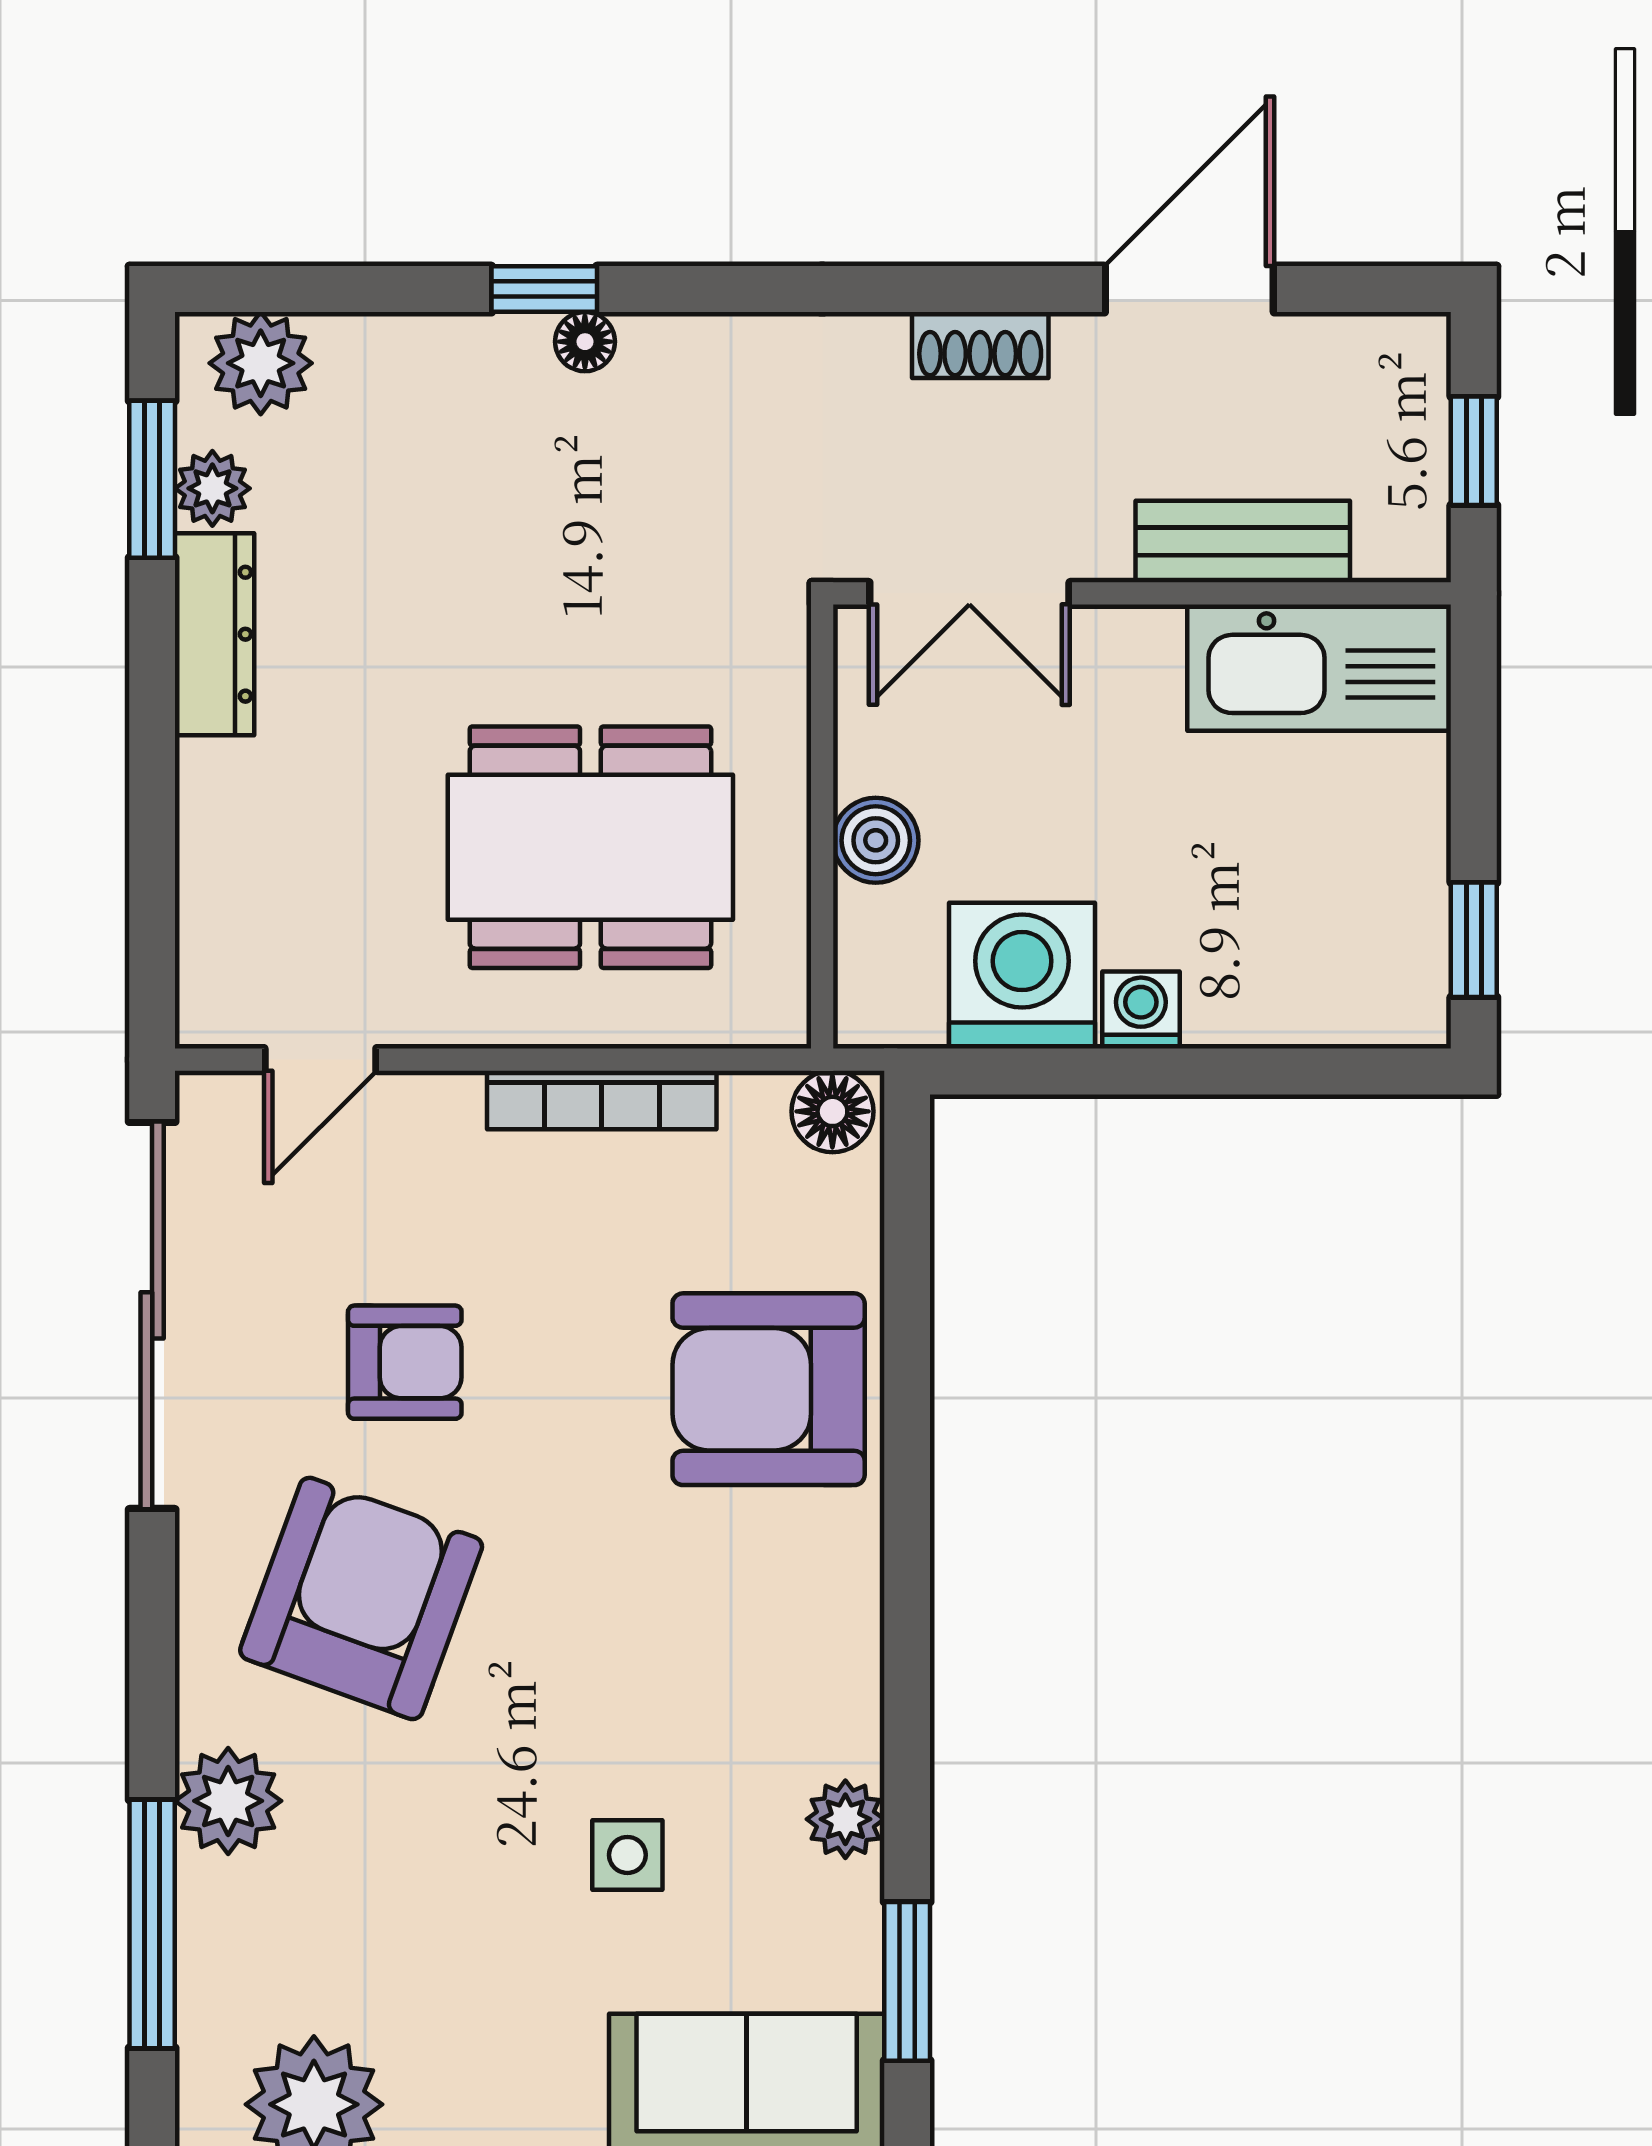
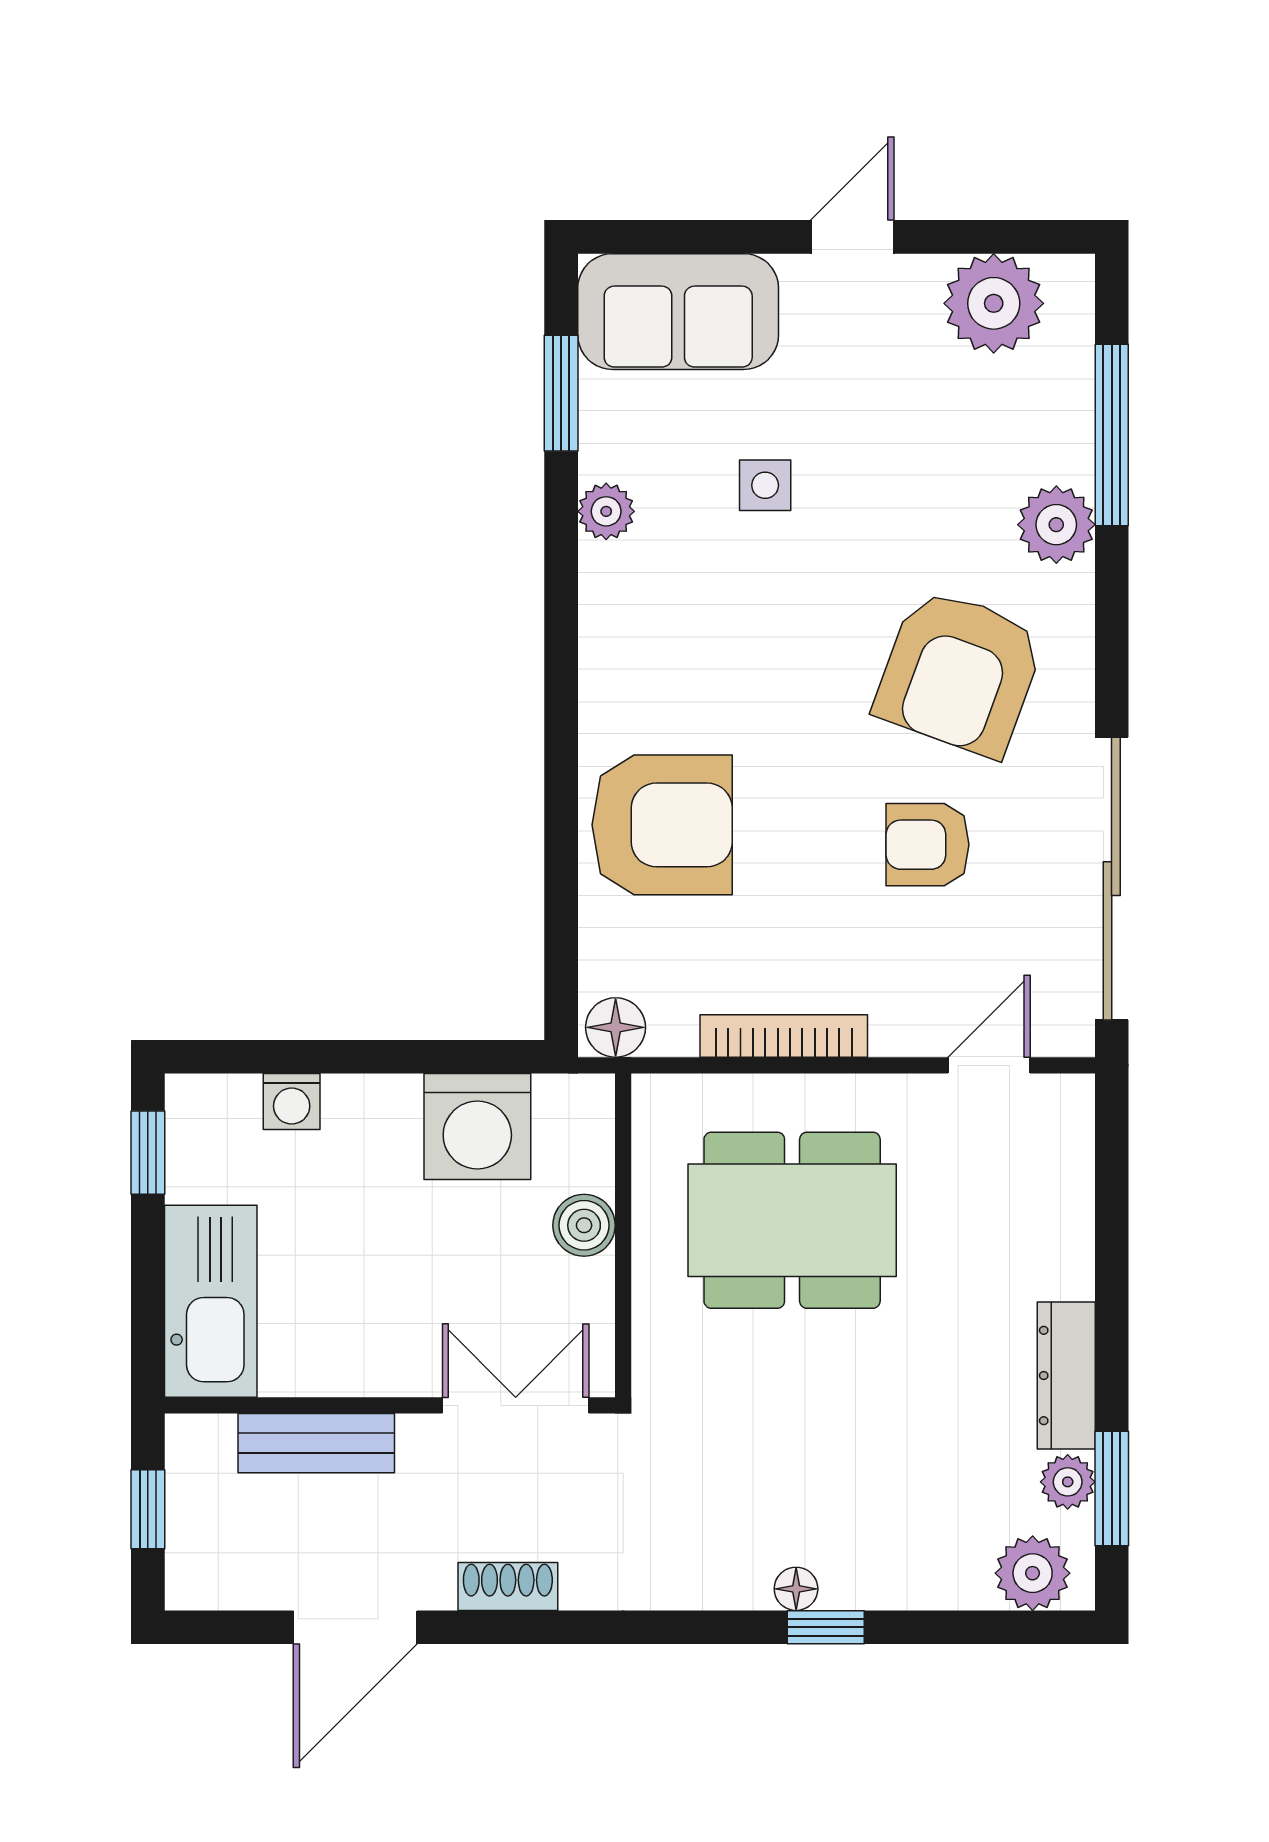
kitchen sink: (1319, 668) -> (211, 1301), moved, turned 90
washing machine: (1141, 1010) -> (292, 1102), moved

